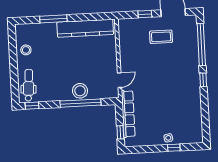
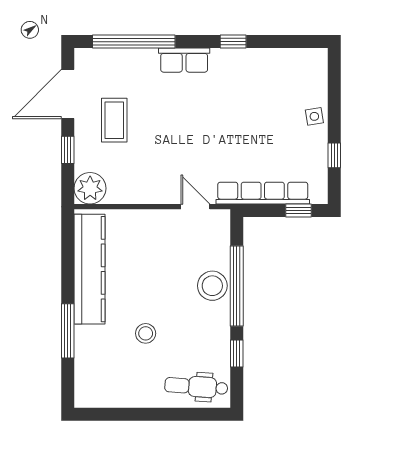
plant: (126, 26) -> (90, 188), added
stool: (26, 50) -> (146, 333), moved
row of seats: (193, 71) -> (184, 60), added
window: (203, 80) -> (233, 42), moved
window: (32, 106) -> (237, 353), moved
window: (174, 148) -> (334, 155), moved

